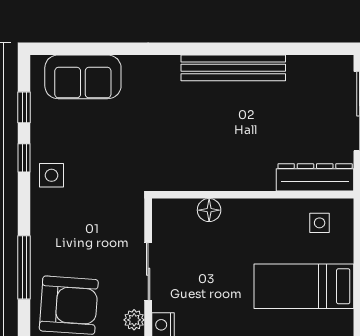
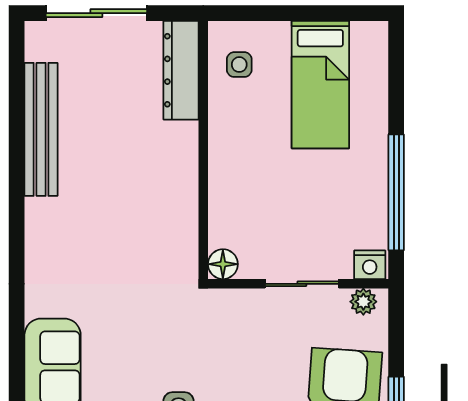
bench: (233, 68) -> (41, 129), moved
floor lamp: (209, 210) -> (223, 264), moved

